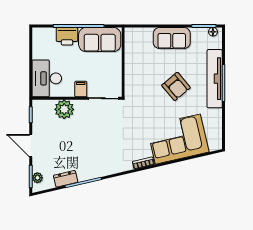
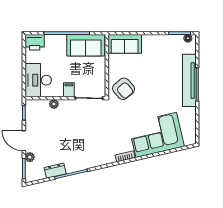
printer: (67, 36) -> (35, 42), moved
sofa: (172, 38) -> (125, 44), moved
armchair: (176, 86) -> (124, 89), moved
plant: (64, 109) -> (54, 104), width x0.53, depth x0.53
plant: (37, 178) -> (30, 157), moved

